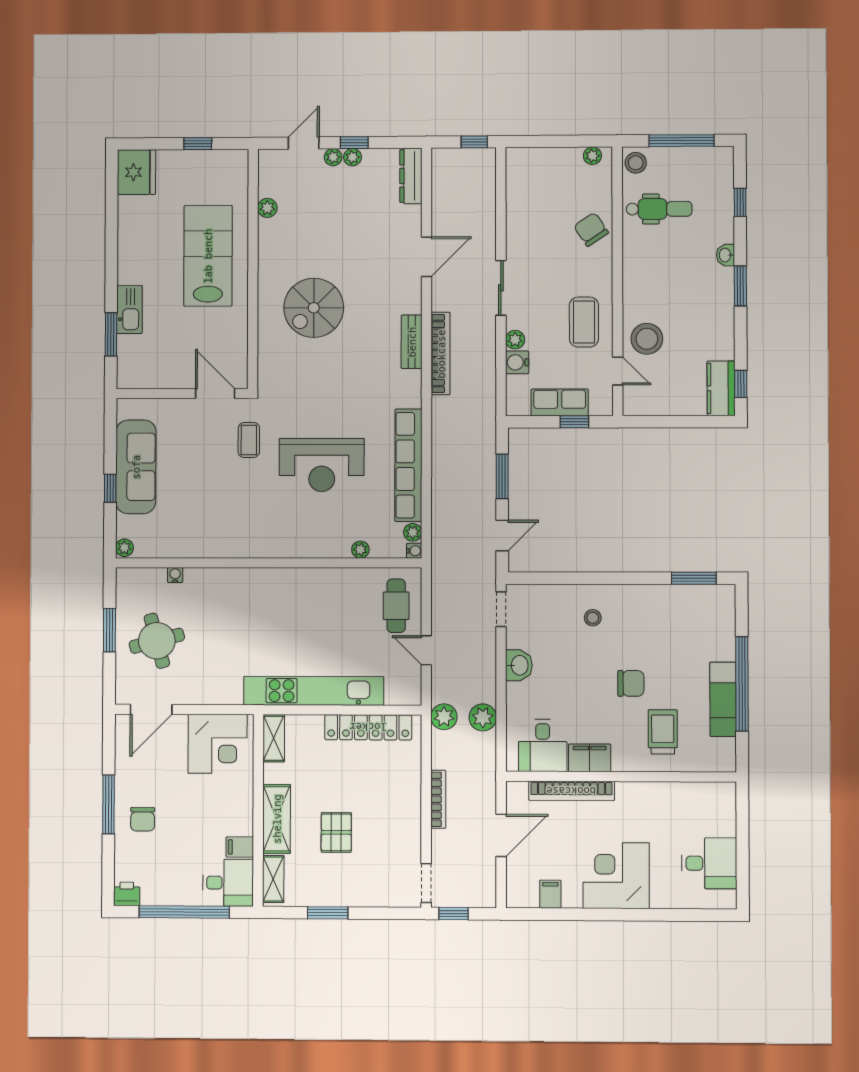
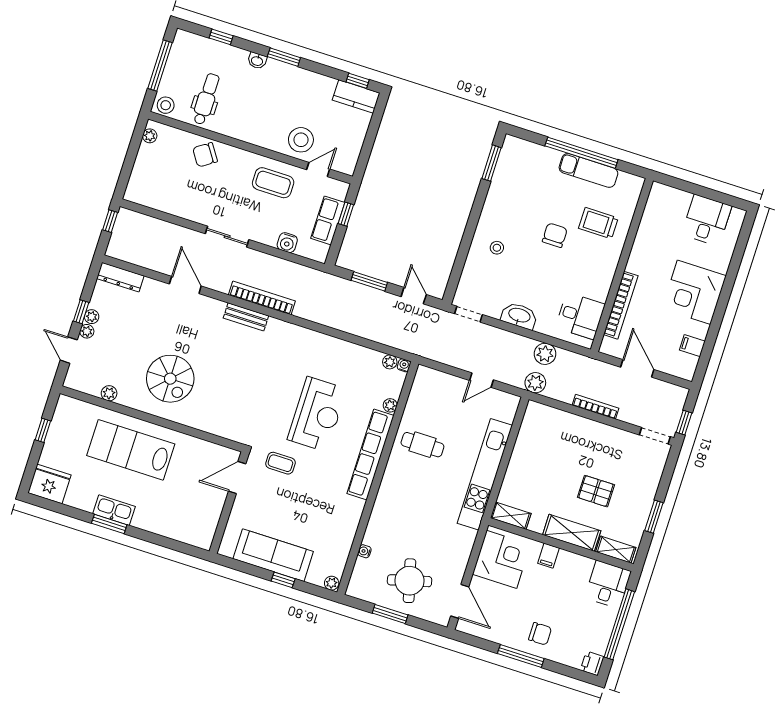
spiral stairs: (314, 308) -> (170, 379), moved
kitchen sink: (129, 310) -> (114, 510), moved
window: (111, 334) -> (109, 524), moved
plant: (515, 340) -> (270, 239), removed
row of seats: (408, 465) -> (370, 454), moved, turned 90
cafe table: (396, 606) -> (422, 445), moved
washbasin: (519, 665) -> (519, 316), width x1.38
locker: (368, 727) -> (525, 442), removed
filing cabinet: (590, 758) -> (600, 284), removed
filing cabinet: (240, 847) -> (548, 556), moved

